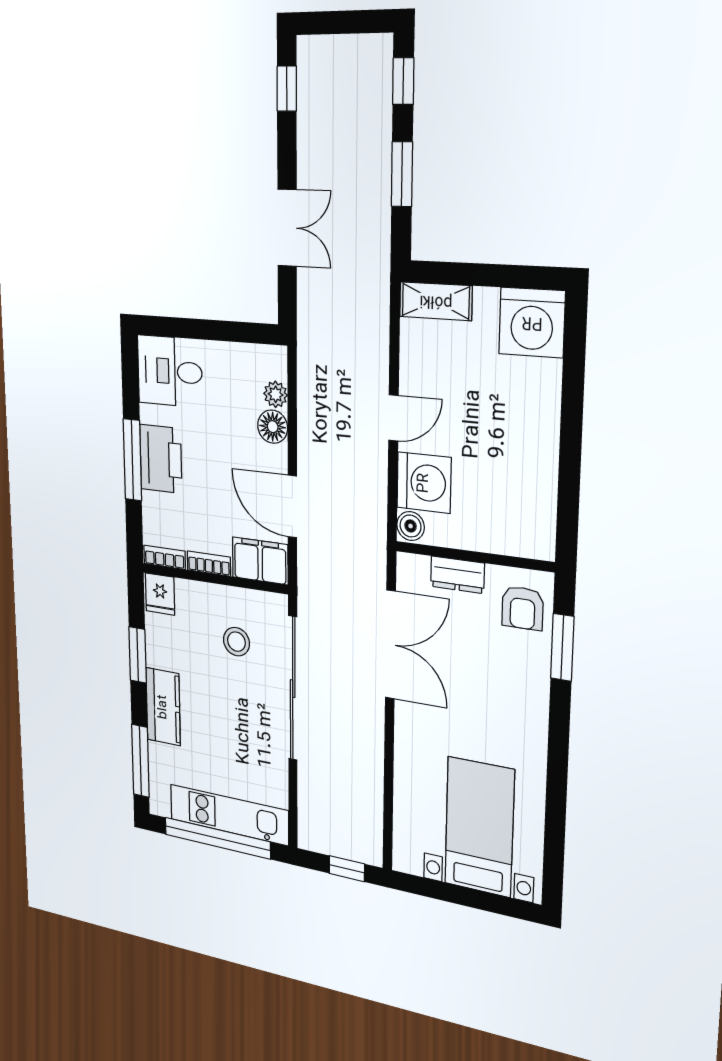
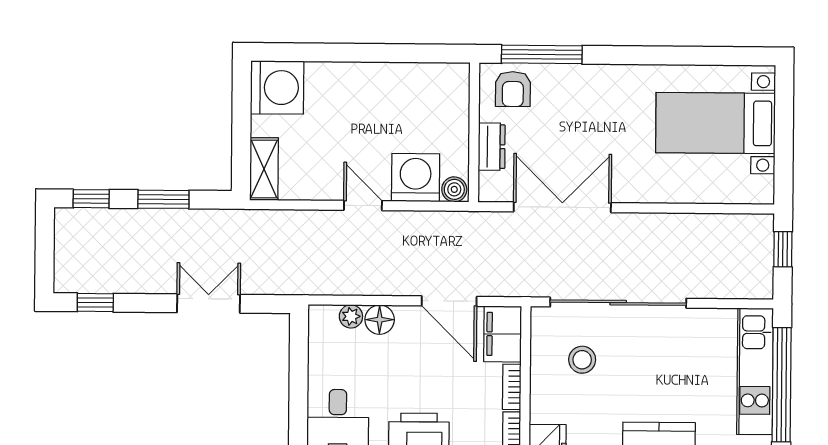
door: (292, 506) -> (449, 301), hinge flipped
armchair: (523, 608) -> (513, 89), turned 90
window: (562, 647) -> (542, 54), width x1.44

